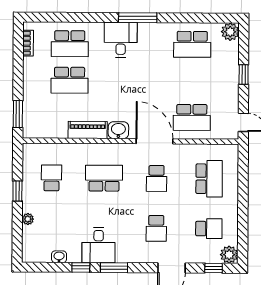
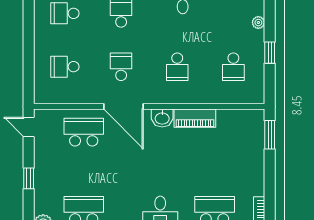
school desk: (70, 80) -> (215, 171), removed
school desk: (104, 178) -> (177, 67), width x0.54
school desk: (209, 179) -> (65, 67), width x0.54

